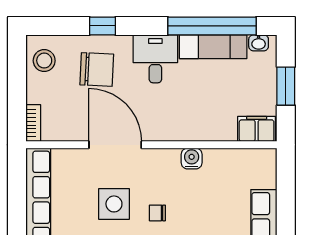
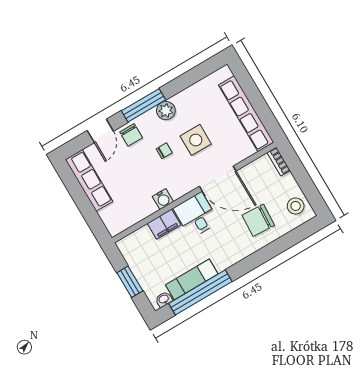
window: (103, 26) -> (271, 251), removed
desk: (155, 59) -> (196, 215), moved, turned 180
filing cabinet: (257, 129) -> (164, 224), moved

